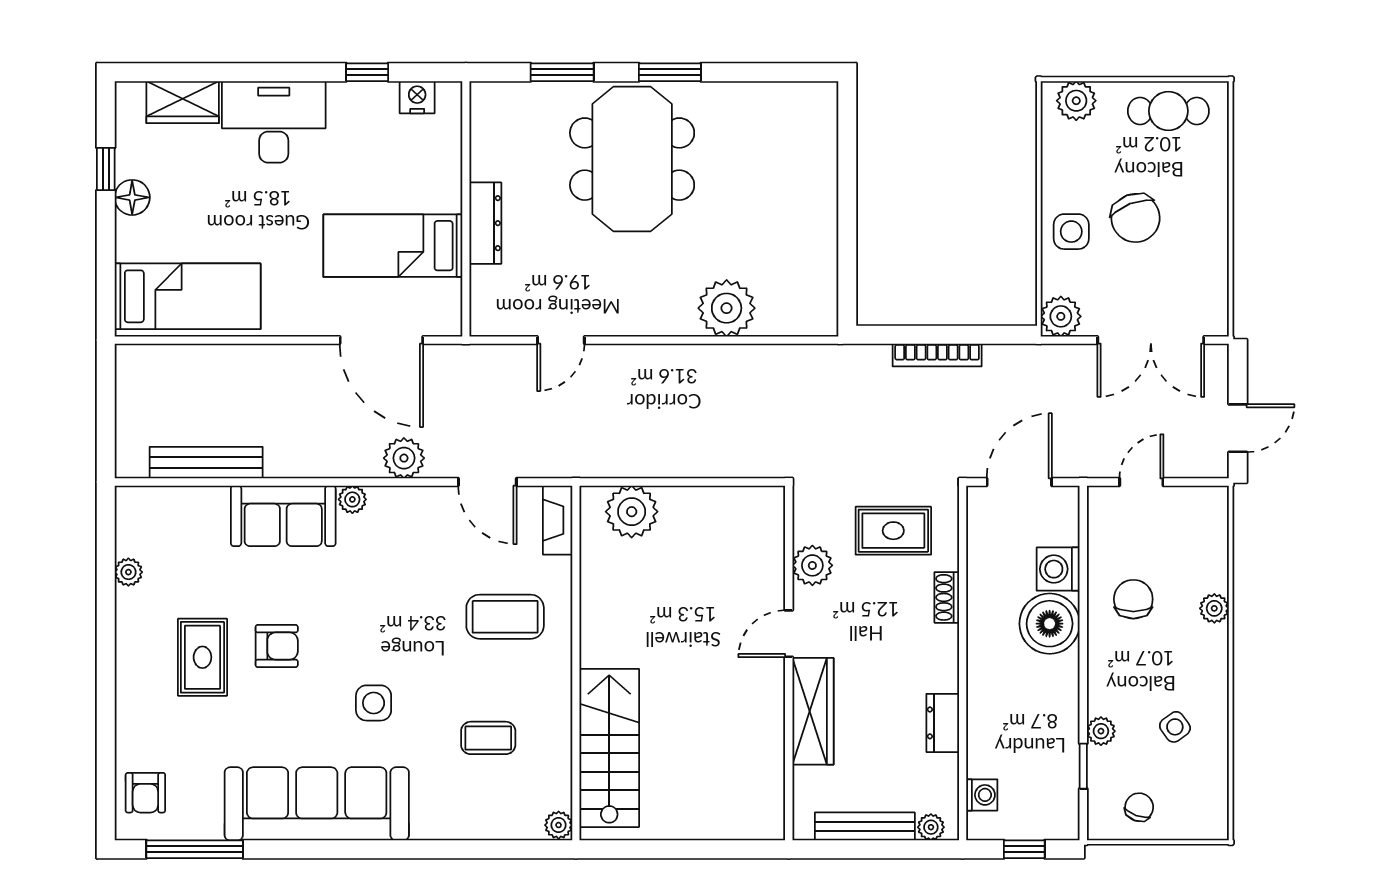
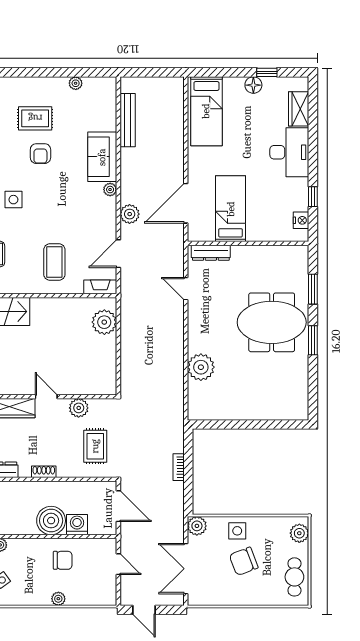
dresser: (485, 223) -> (211, 253), moved
bookcase: (937, 355) -> (179, 467), width x0.64
shoe rack: (947, 597) -> (44, 472), moved

